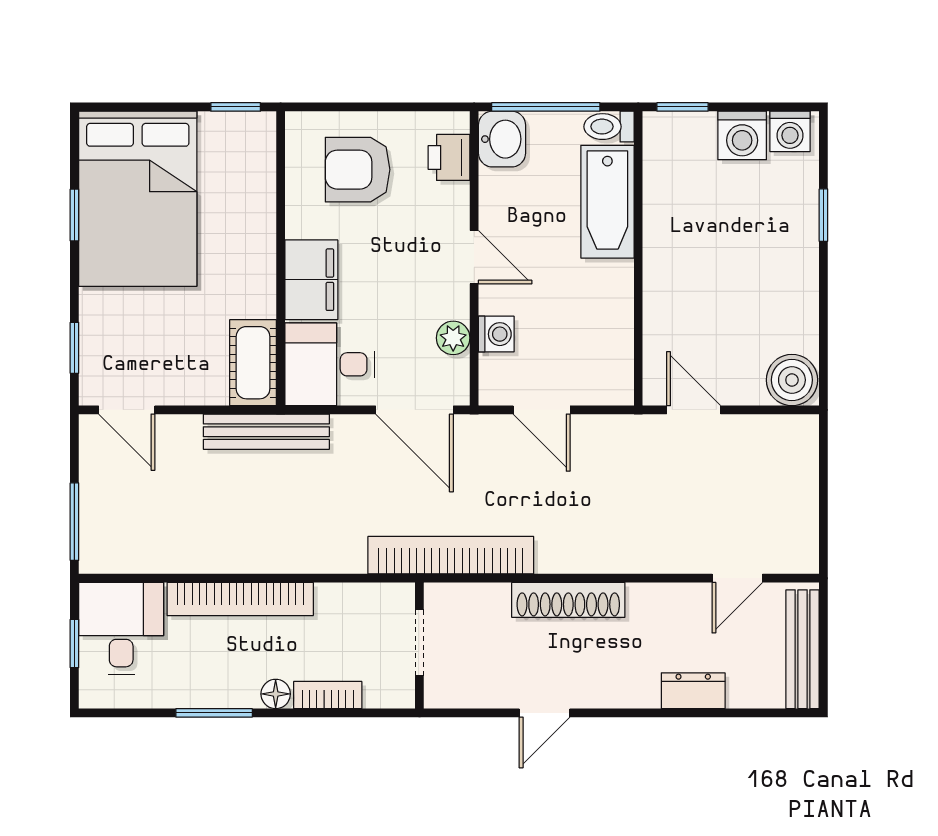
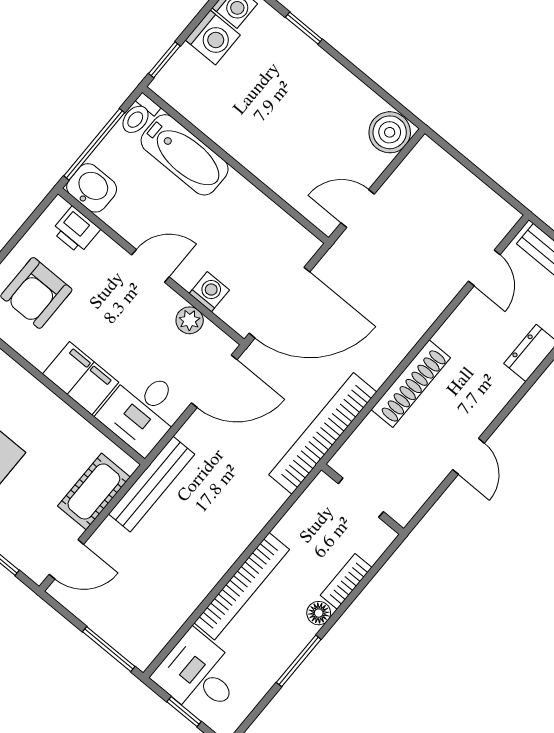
cot: (253, 363) -> (94, 491), moved, turned 90
door: (542, 410) -> (280, 303), width x1.88

